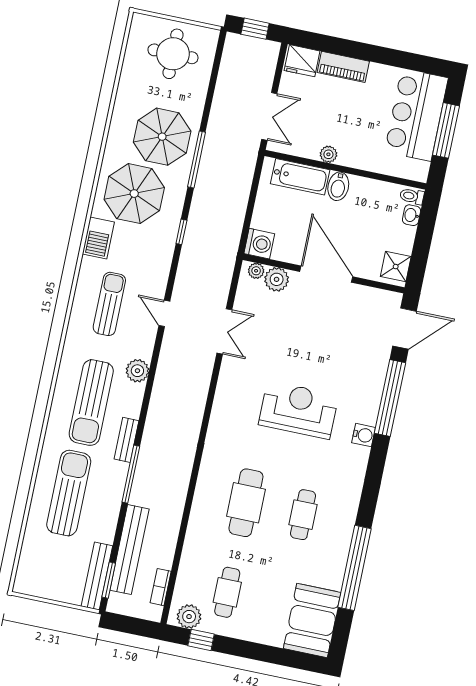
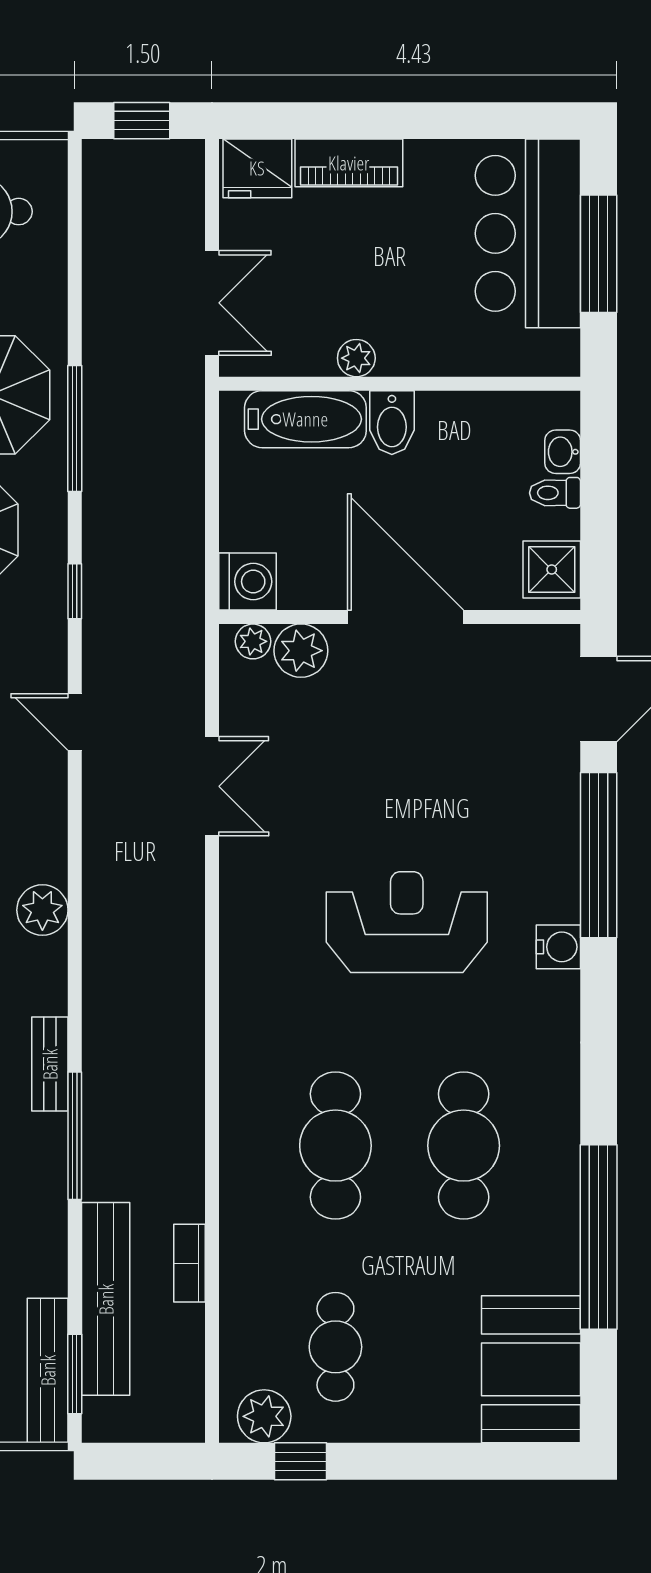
toilet: (412, 196) -> (555, 493), moved
door: (164, 313) -> (75, 722), moved
cafe table: (303, 515) -> (464, 1146), width x1.37, depth x1.35
bookcase: (161, 587) -> (190, 1263), moved

